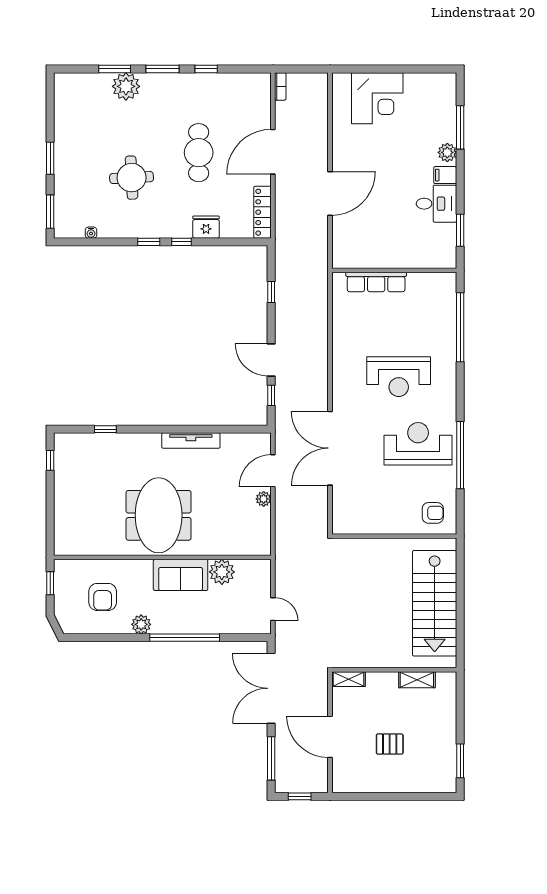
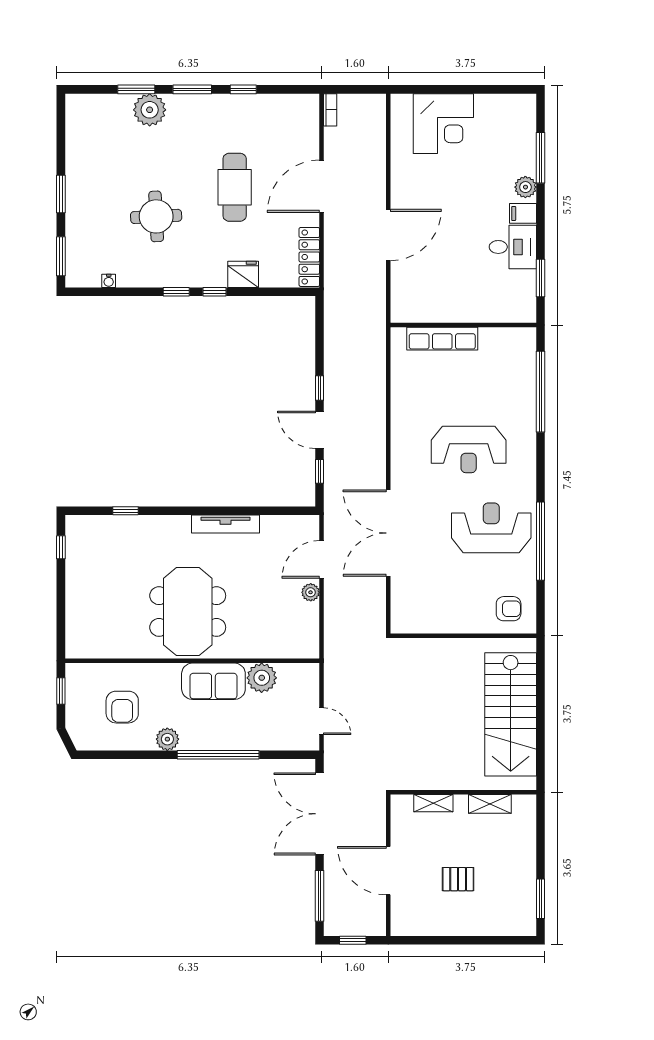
window: (271, 292) -> (319, 388), moved
shelving: (348, 679) -> (433, 803), moved

